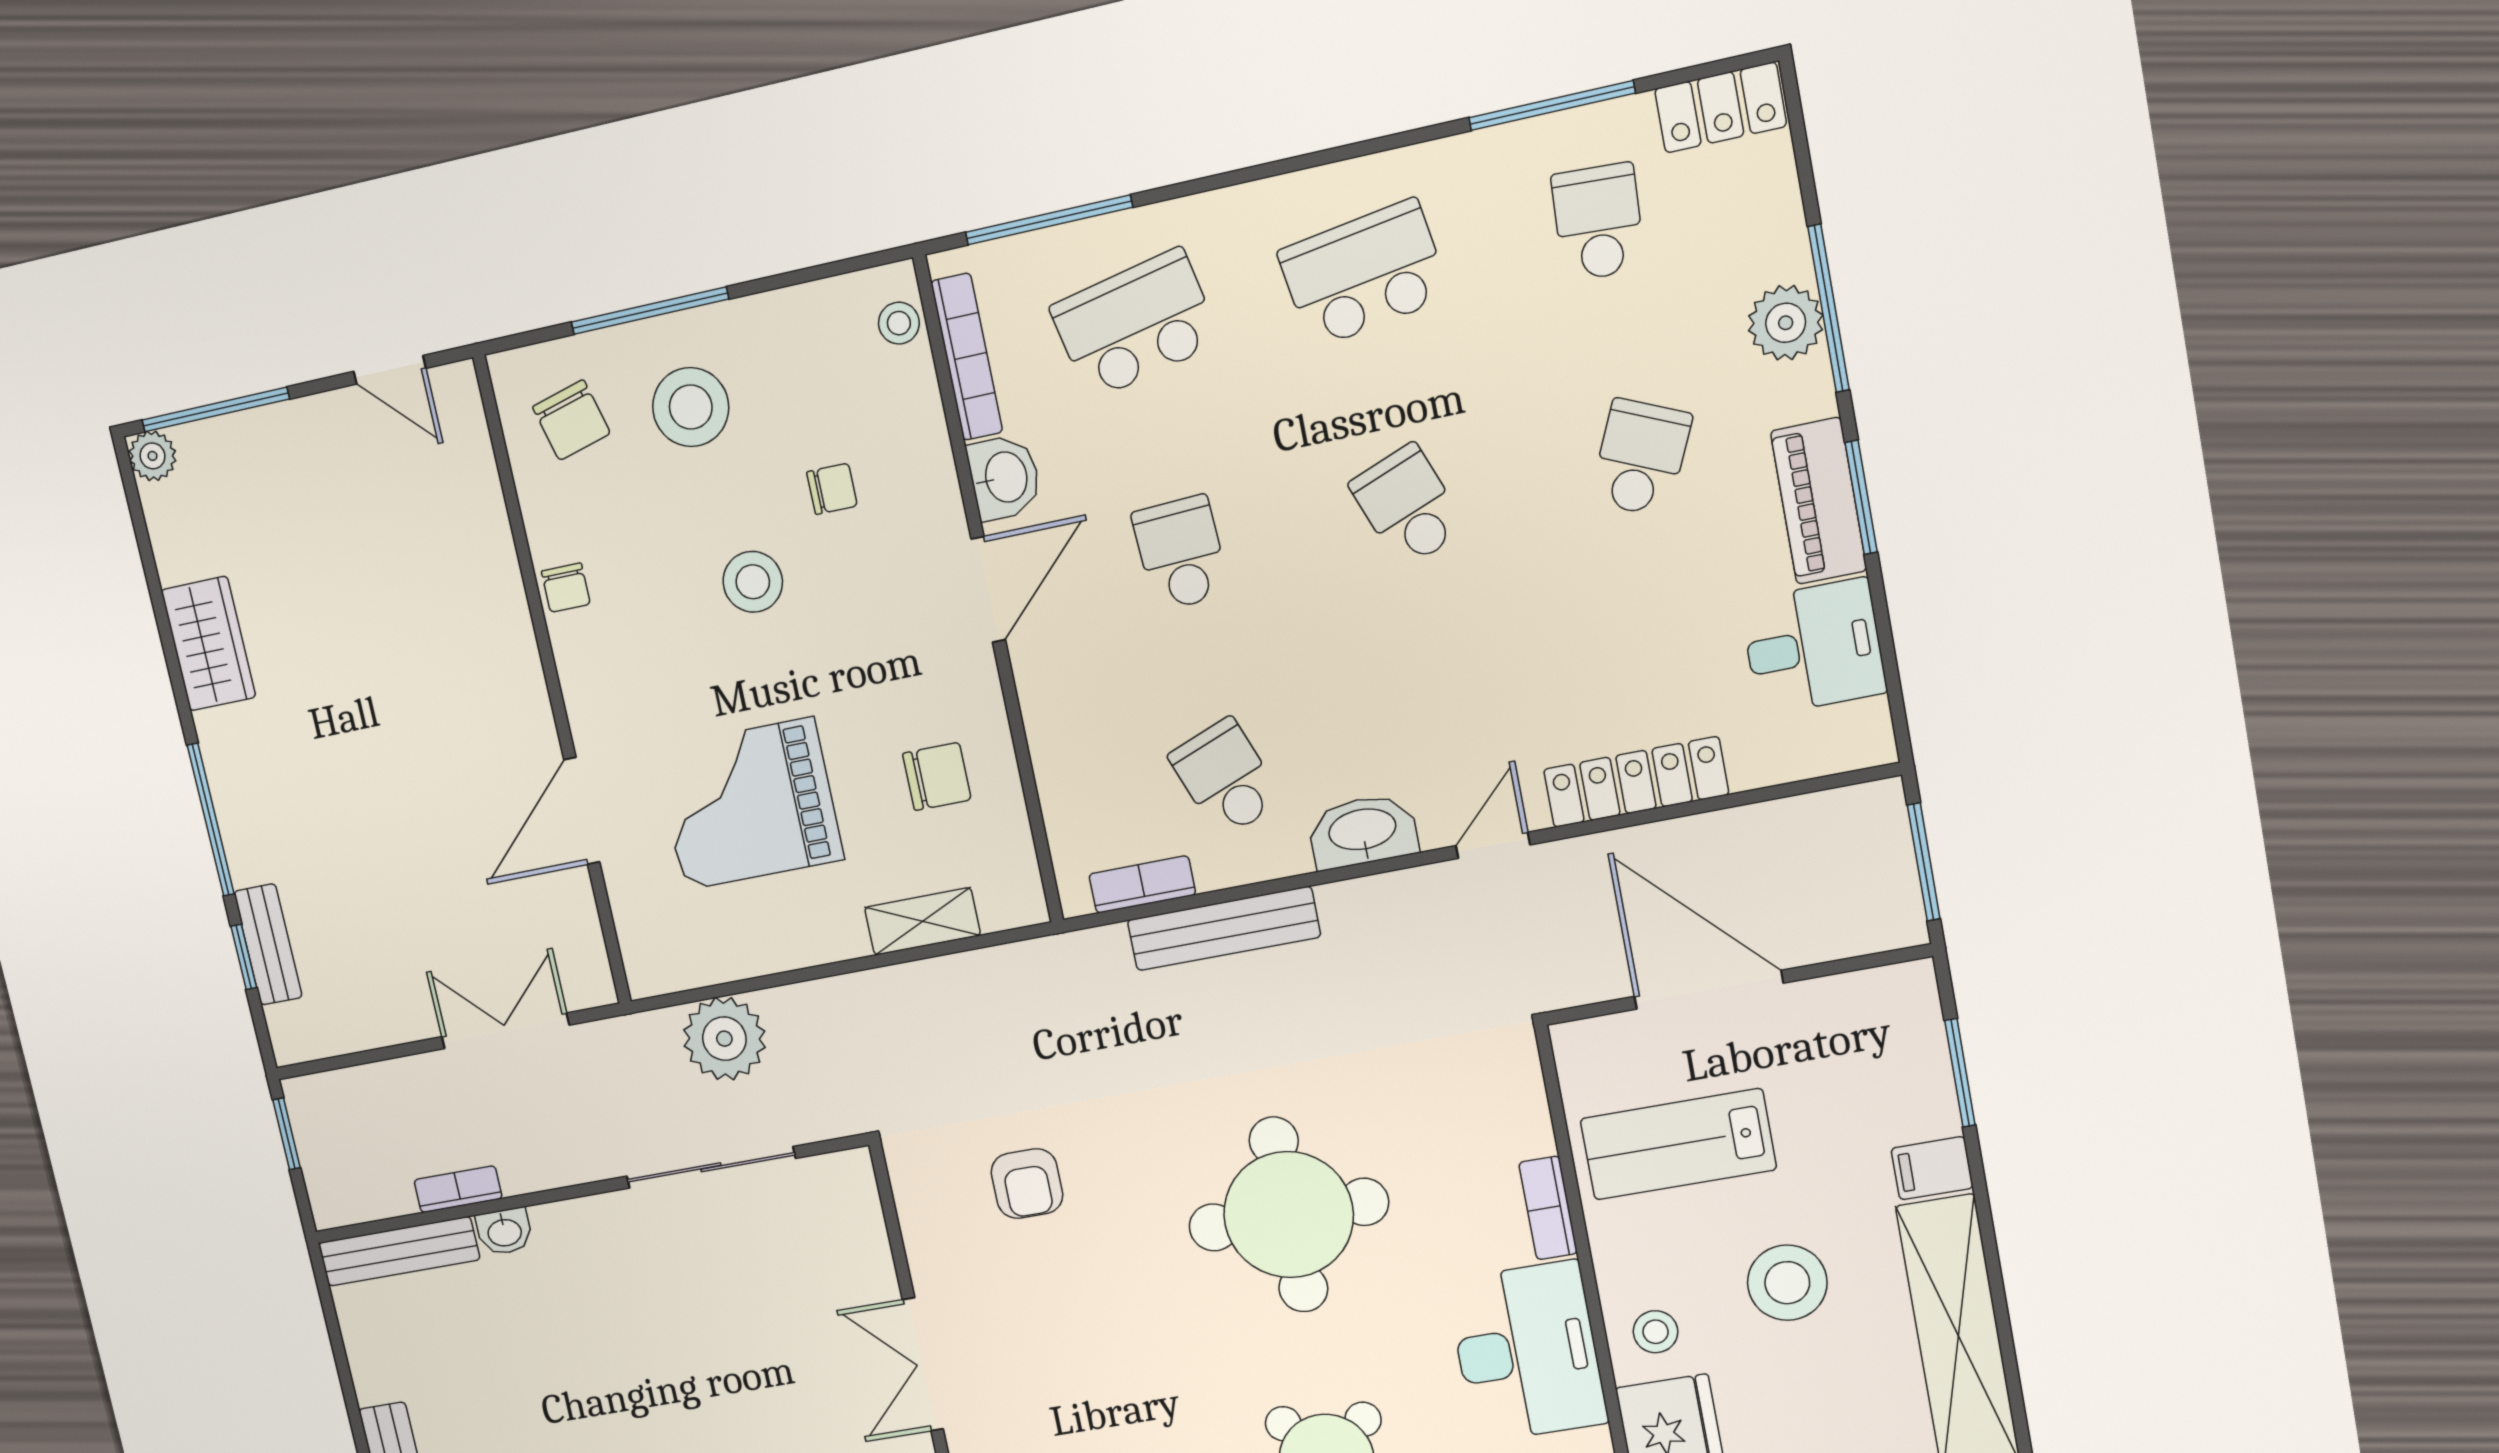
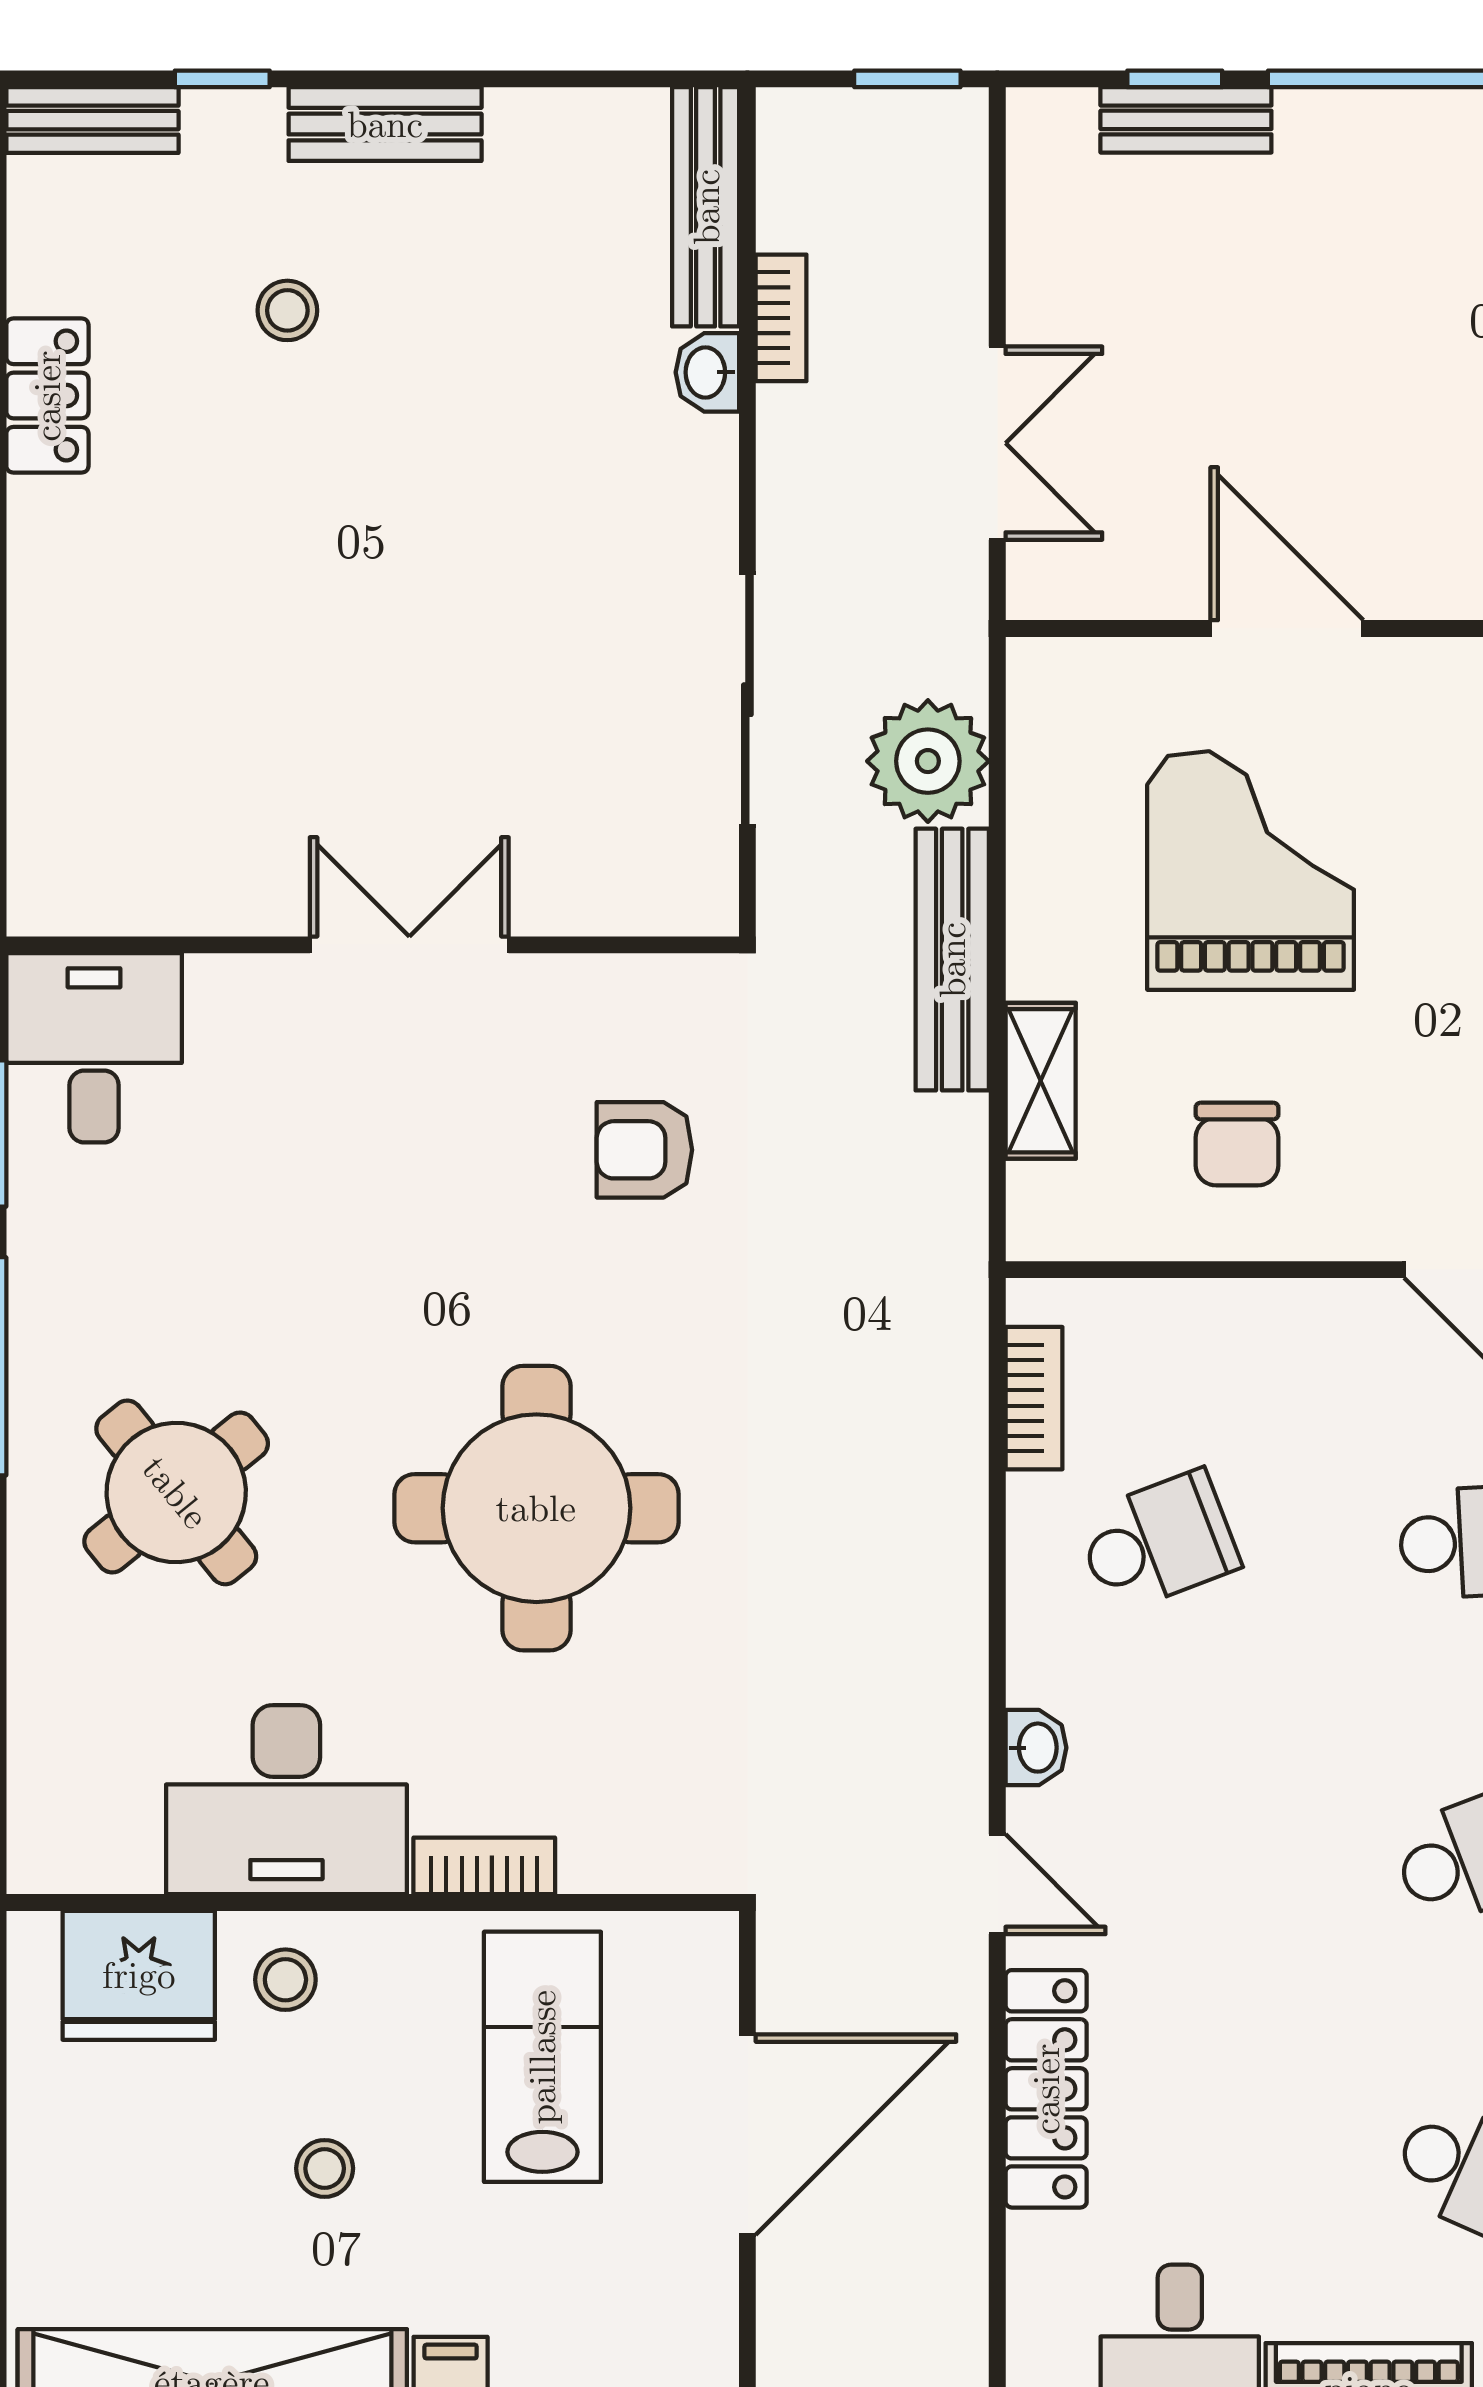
washbasin: (1363, 831) -> (1036, 1748), width x0.52, depth x0.69
bench: (1224, 929) -> (952, 960), moved
stool: (1787, 1283) -> (325, 2168), width x0.53, depth x0.53

